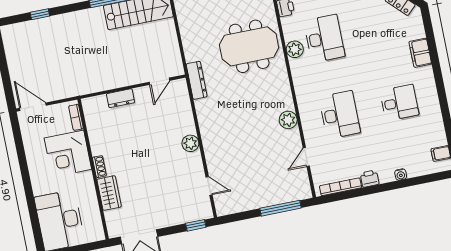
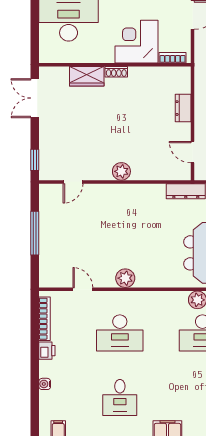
window: (281, 208) -> (35, 233), moved

